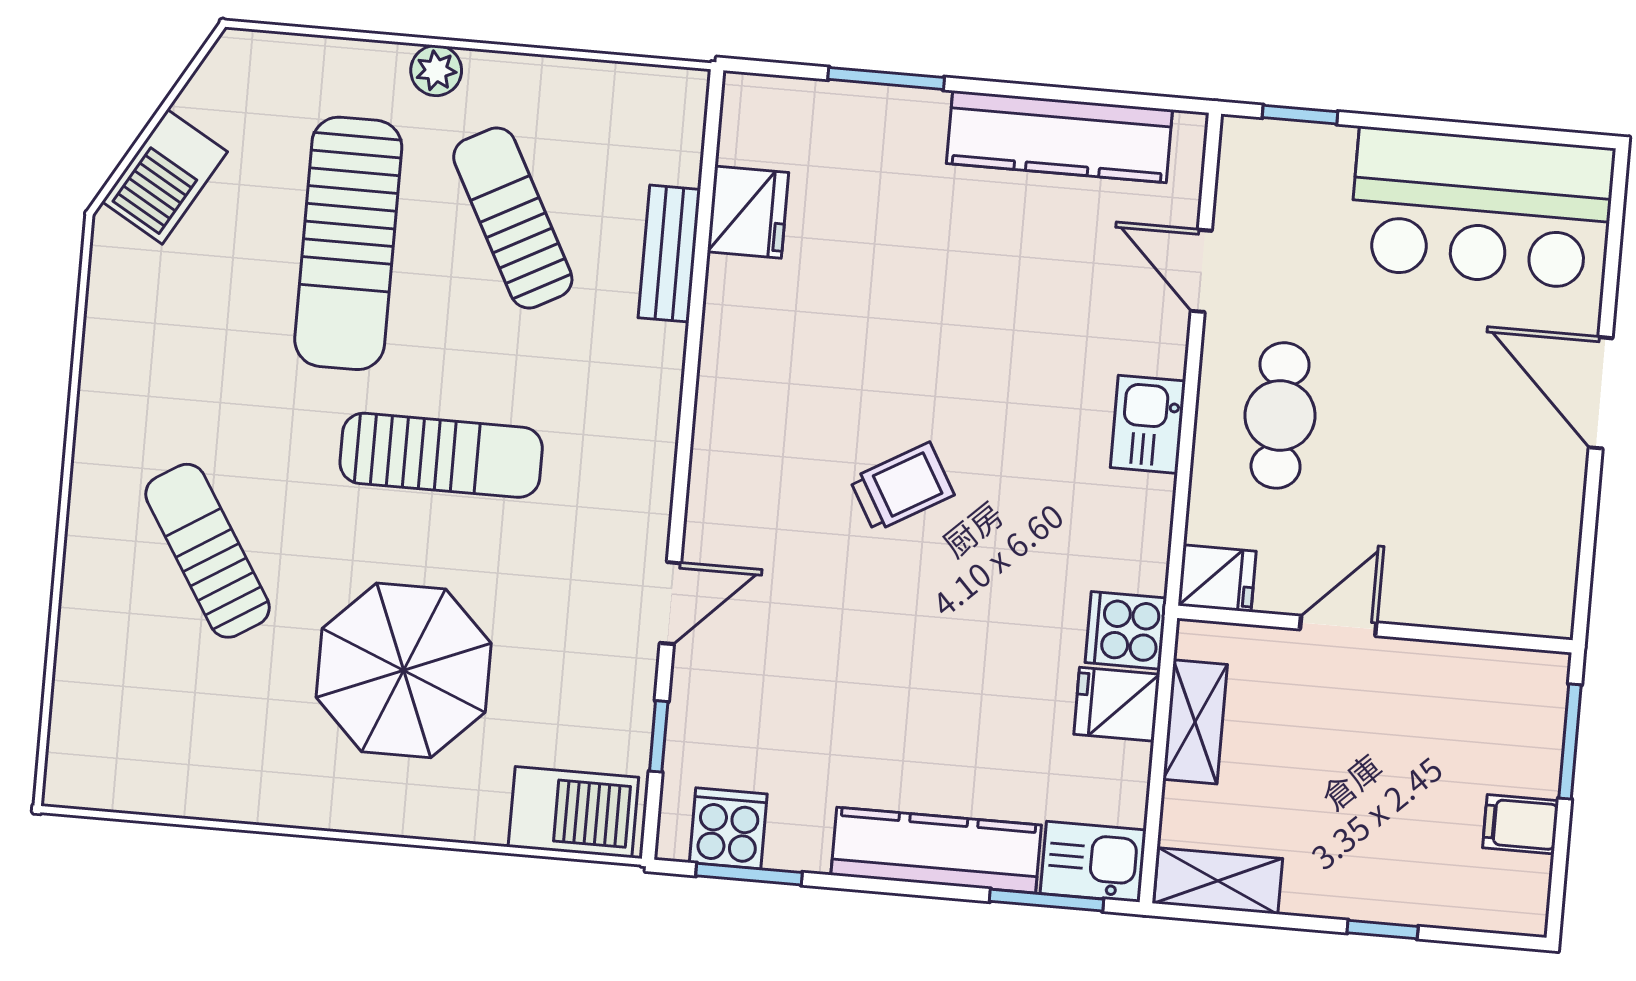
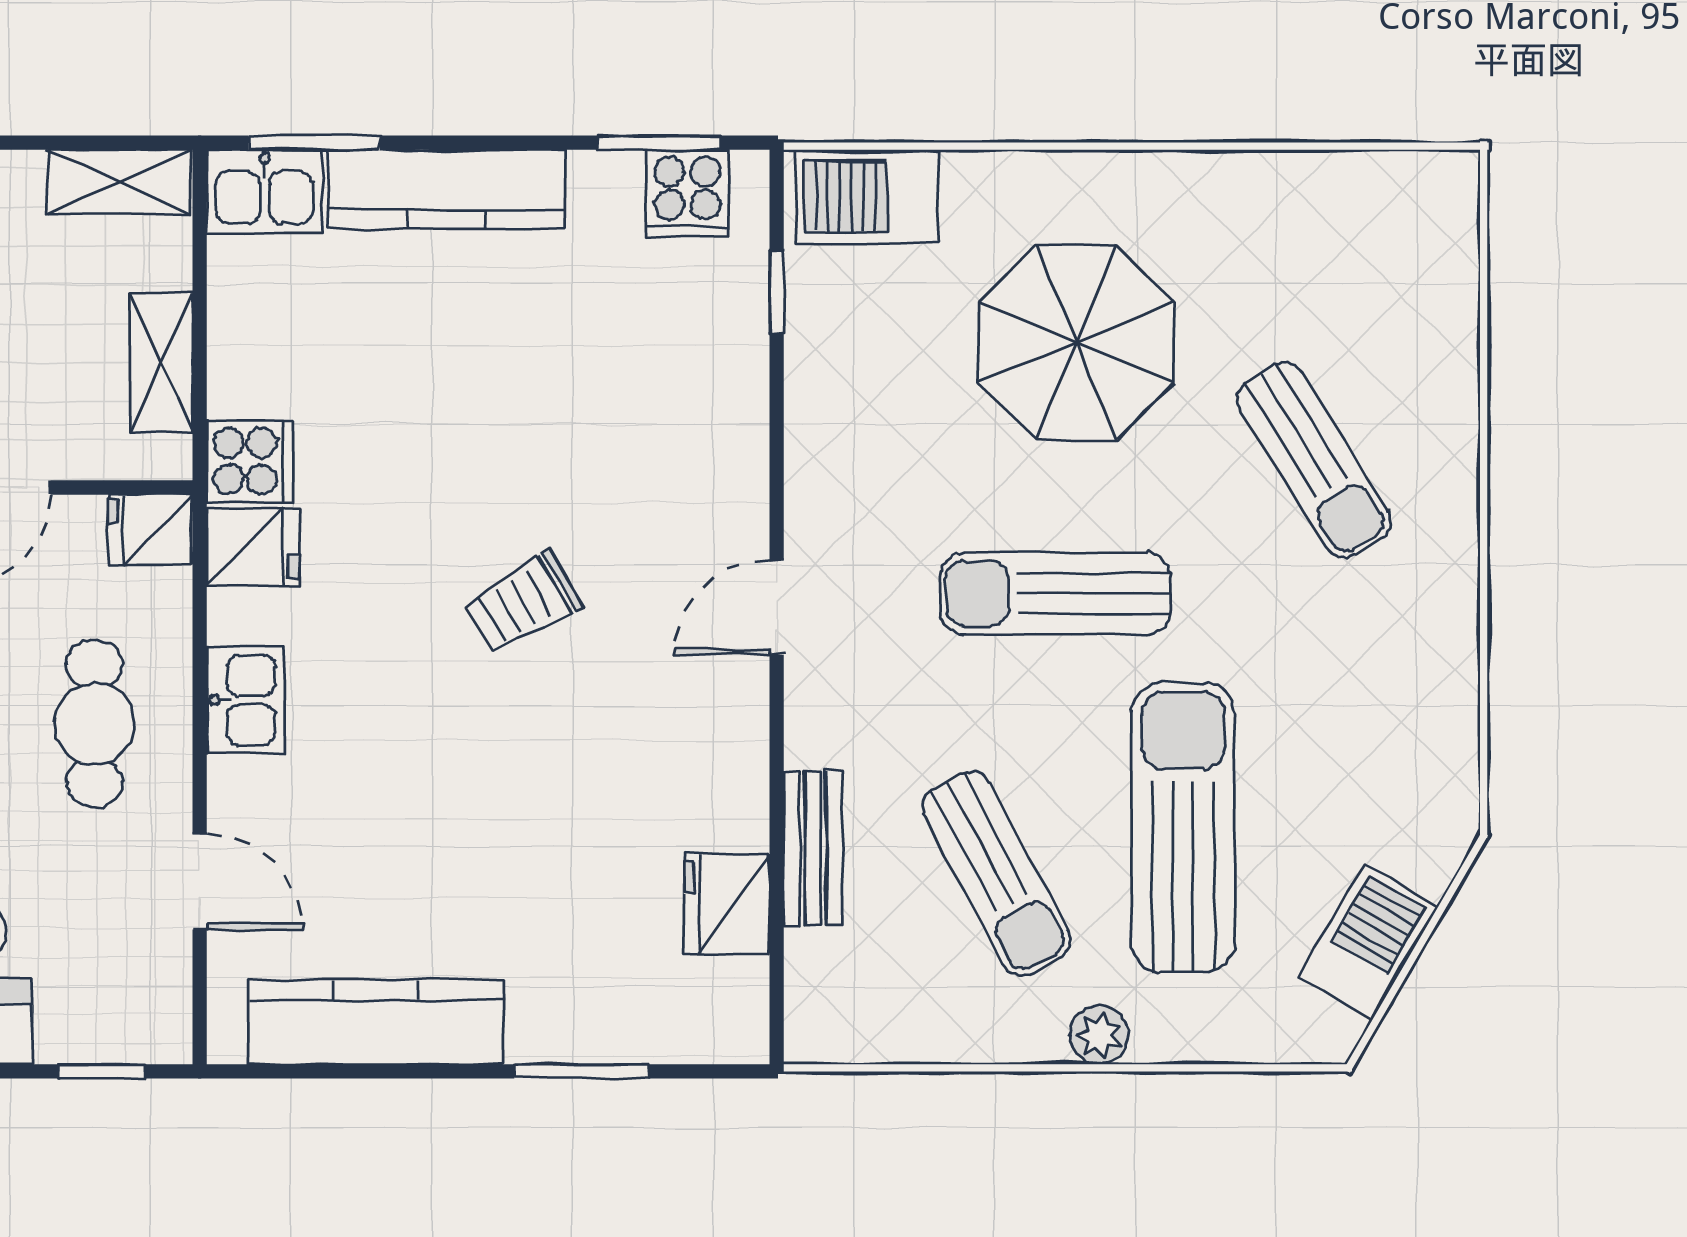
barbecue: (165, 177) -> (1369, 942), moved
door: (670, 603) -> (777, 607), moved
fridge: (1117, 704) -> (253, 547), moved

